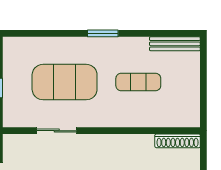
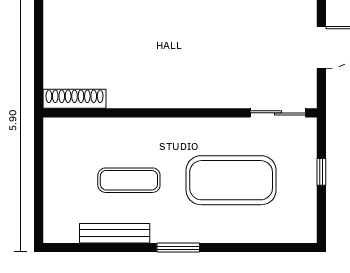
bench: (175, 44) -> (115, 233), moved
sliding door: (57, 131) -> (278, 113), moved

